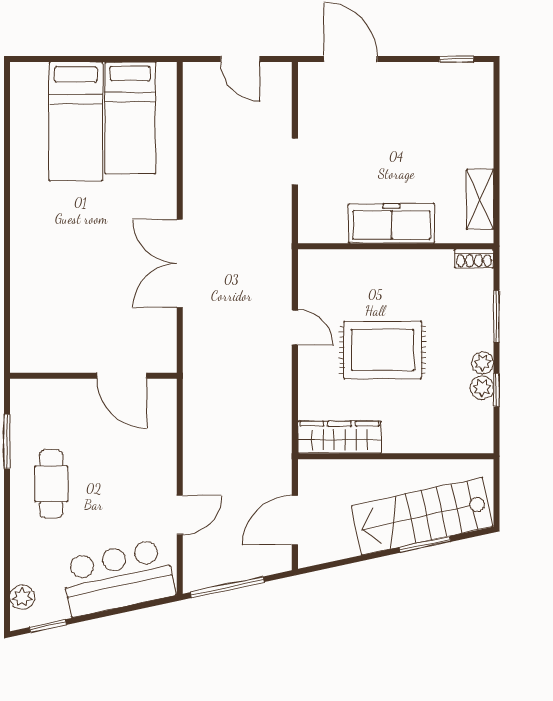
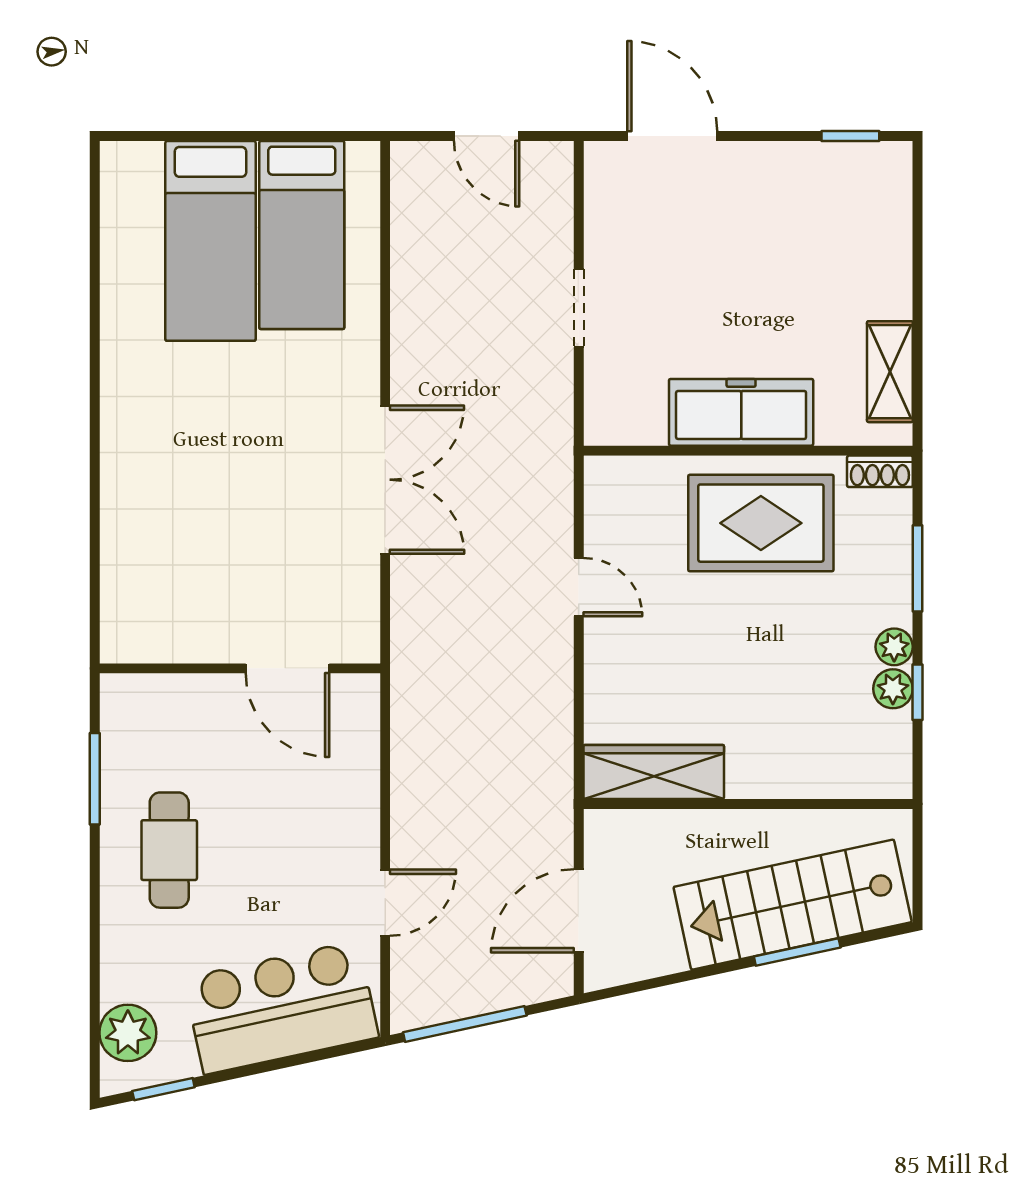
double door: (180, 263) -> (385, 480), swing flipped
rug: (383, 350) -> (761, 523), moved
plant: (22, 597) -> (128, 1033), width x1.38, depth x1.38

